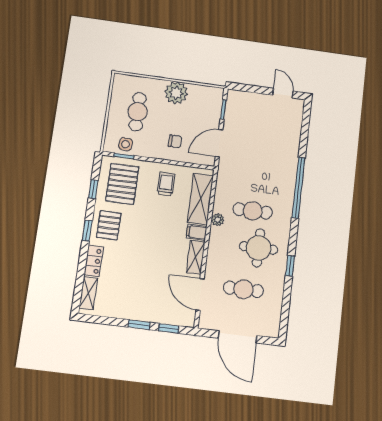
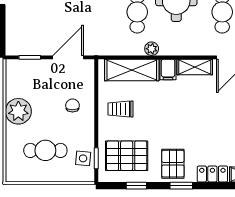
door: (219, 143) -> (68, 57), swing flipped
pallet: (109, 225) -> (173, 164), turned 90

